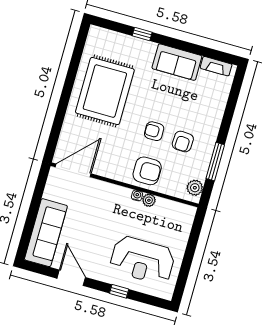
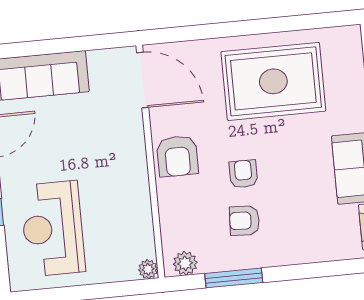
armchair: (147, 171) -> (177, 156), moved
water cooler: (137, 195) -> (142, 185), removed
plant: (149, 200) -> (148, 269), moved

